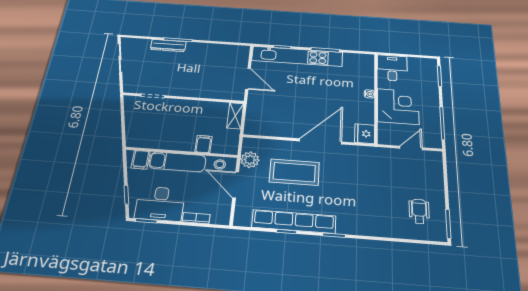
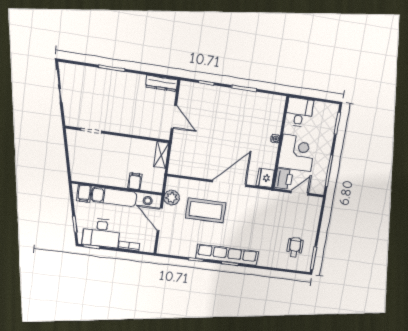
dresser: (168, 46) -> (161, 83), moved
kitchen unit: (297, 56) -> (219, 94), removed
printer: (388, 134) -> (284, 179), added
row of seats: (294, 222) -> (227, 255), moved

